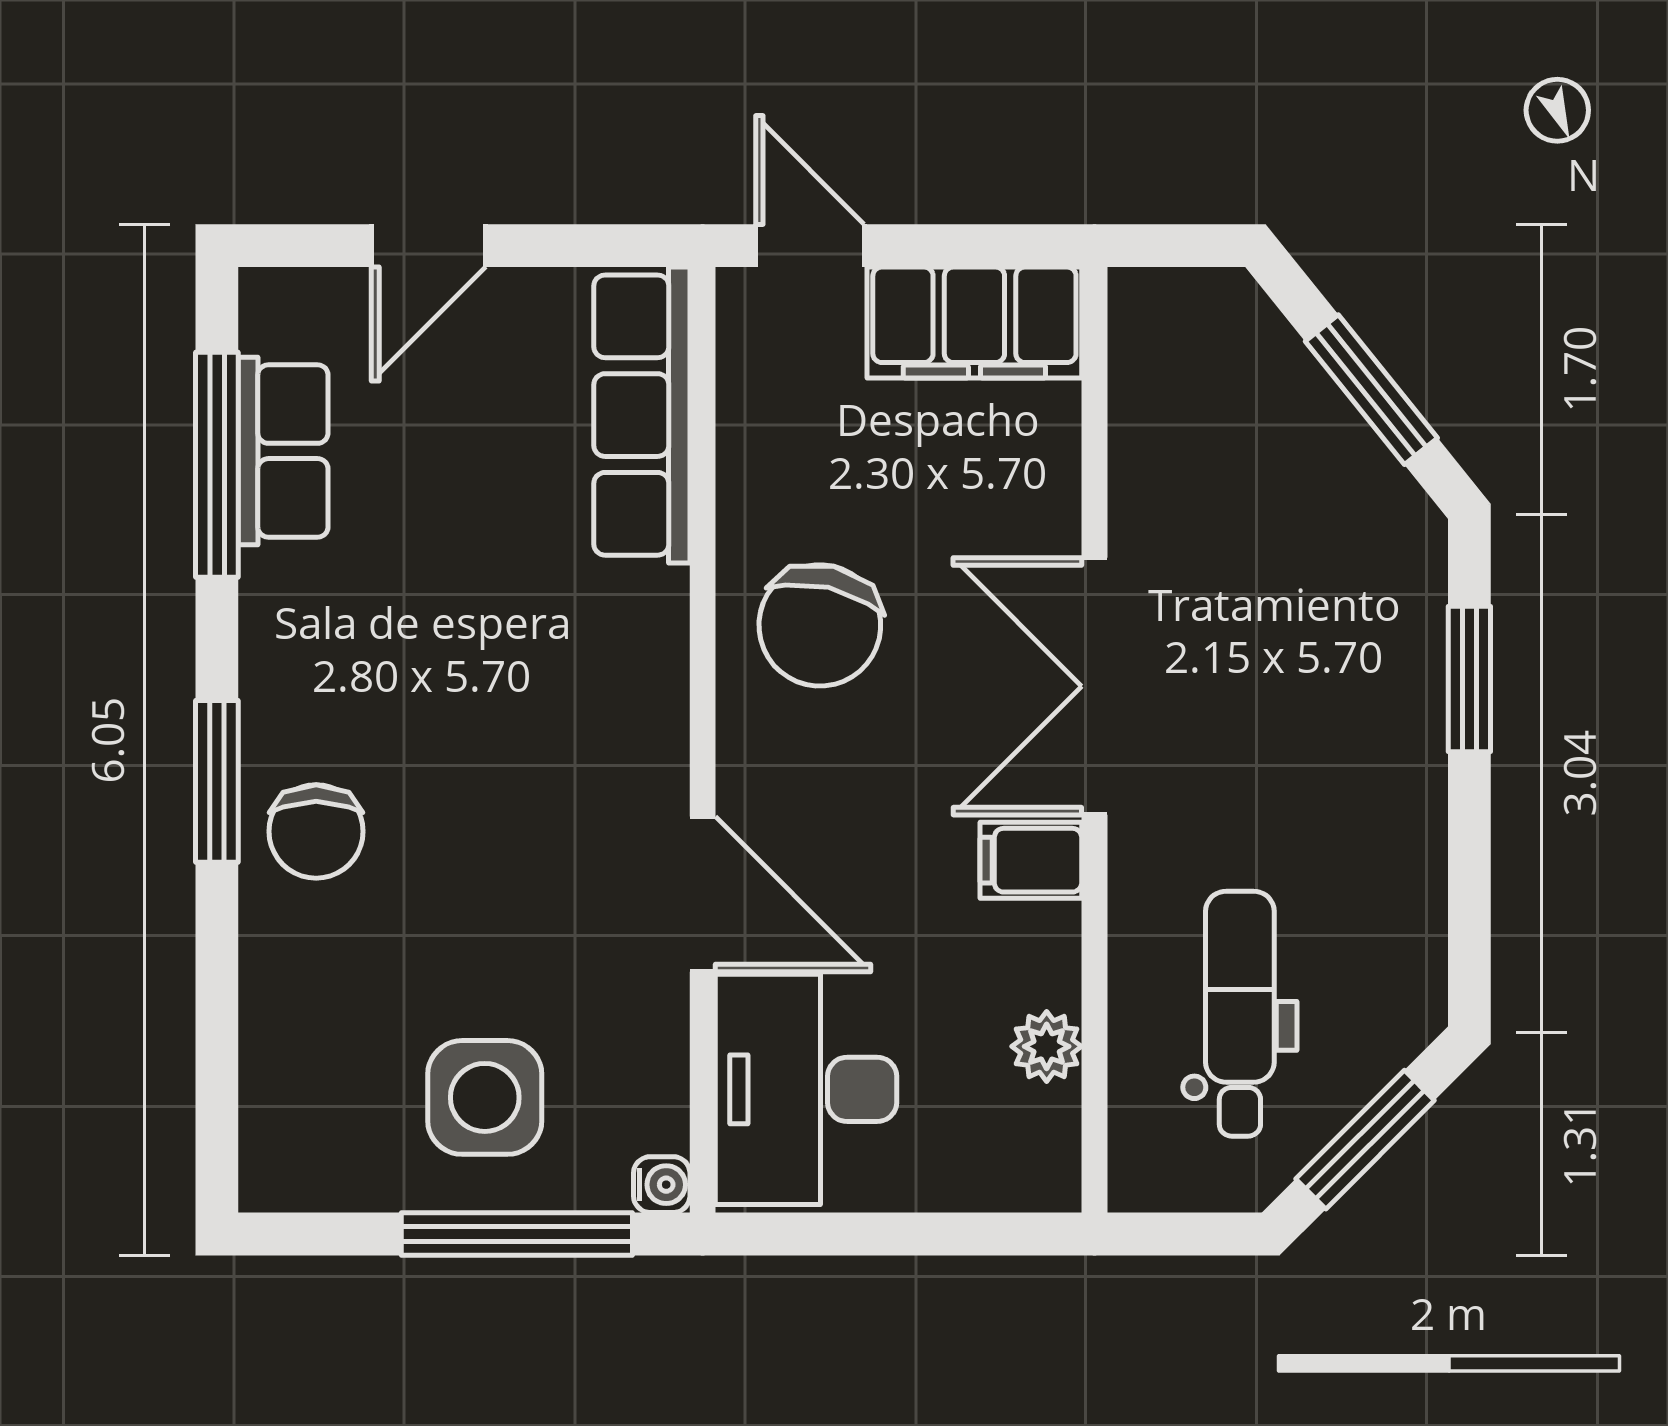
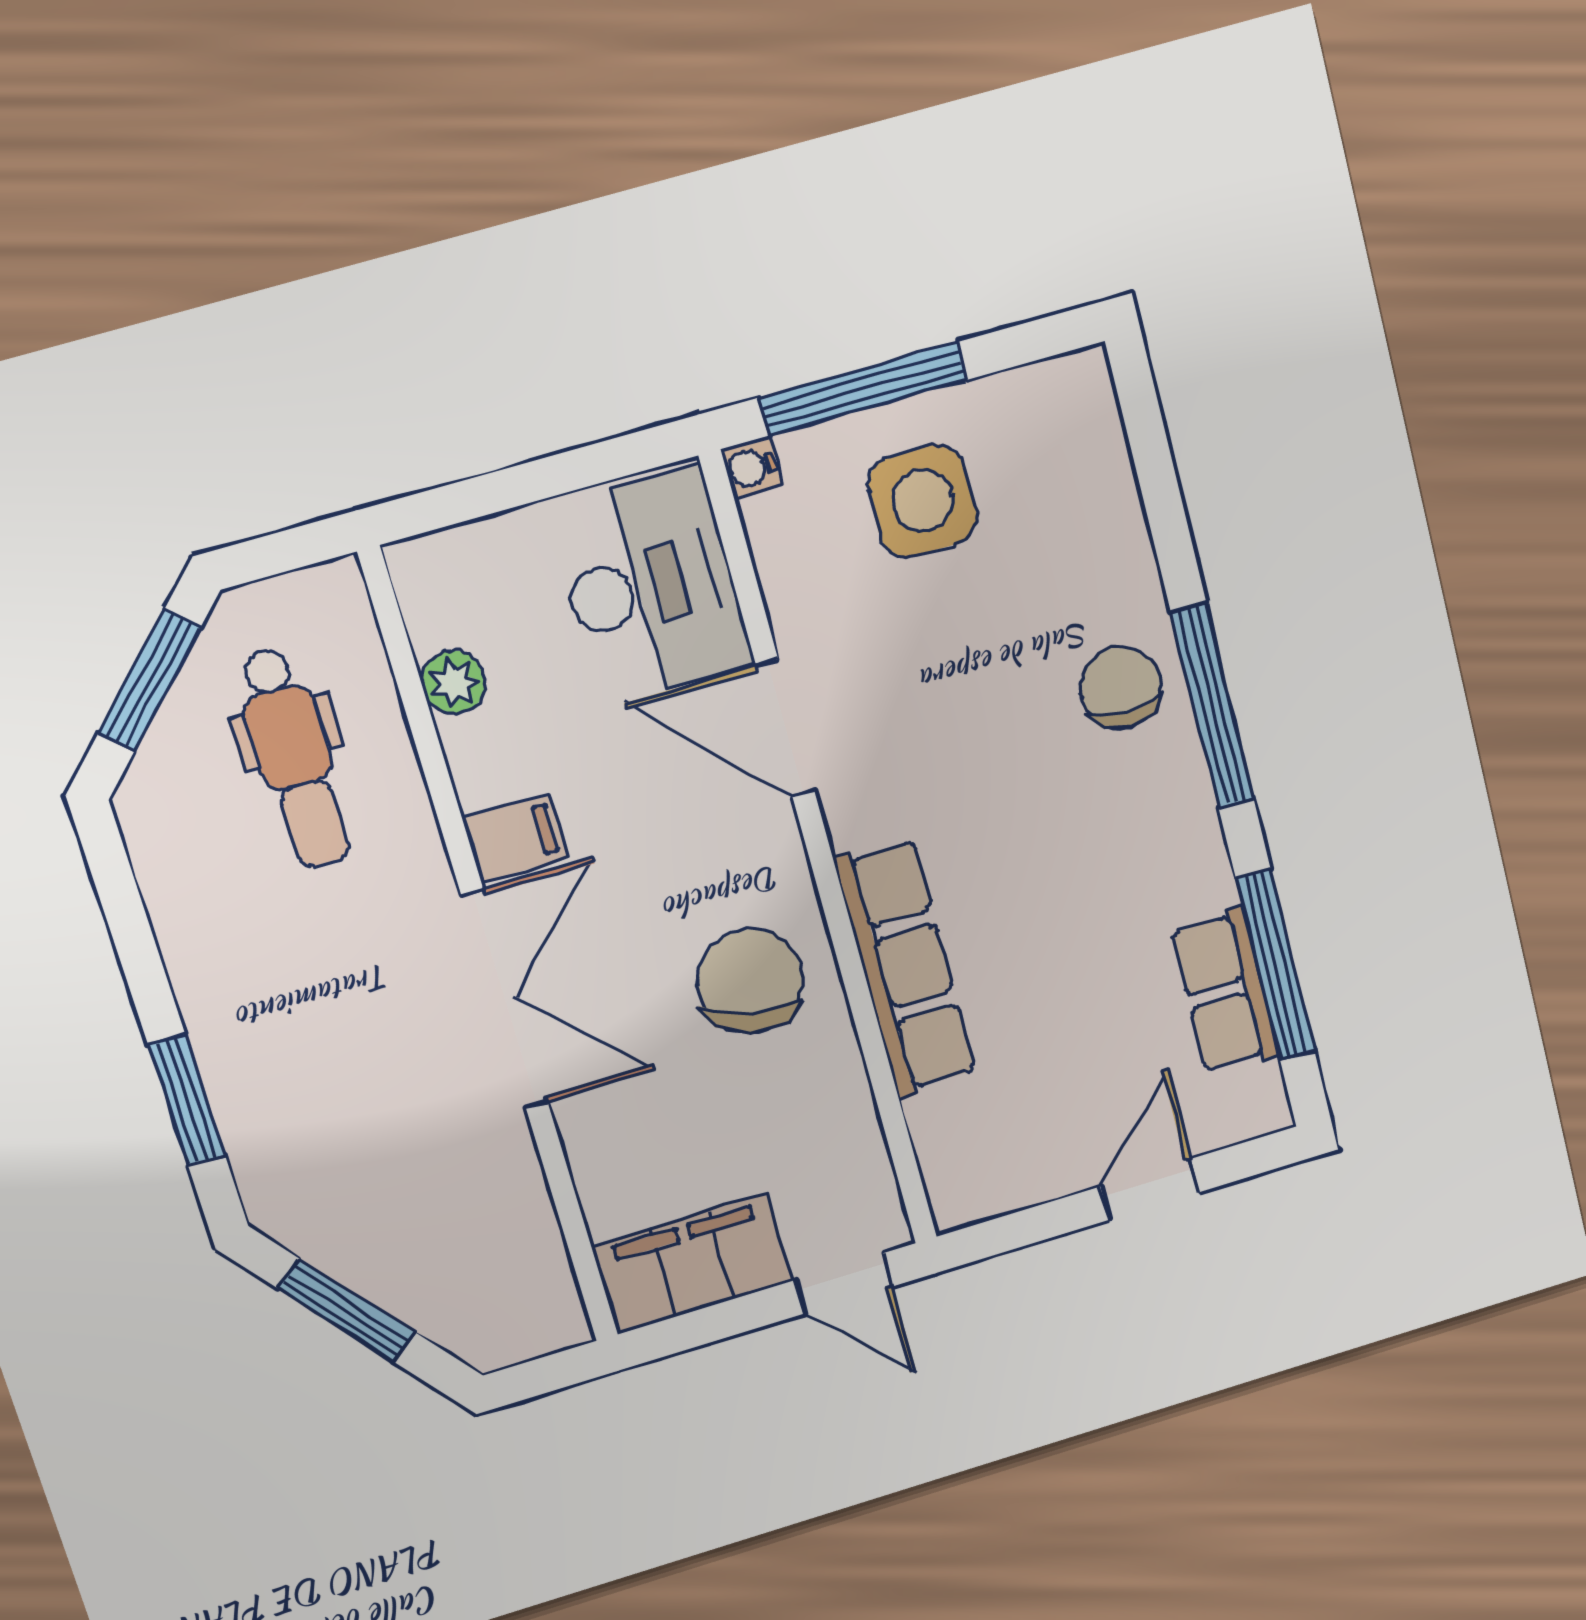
row of seats: (642, 415) -> (905, 968), moved
window: (217, 781) -> (1212, 706), width x1.44

